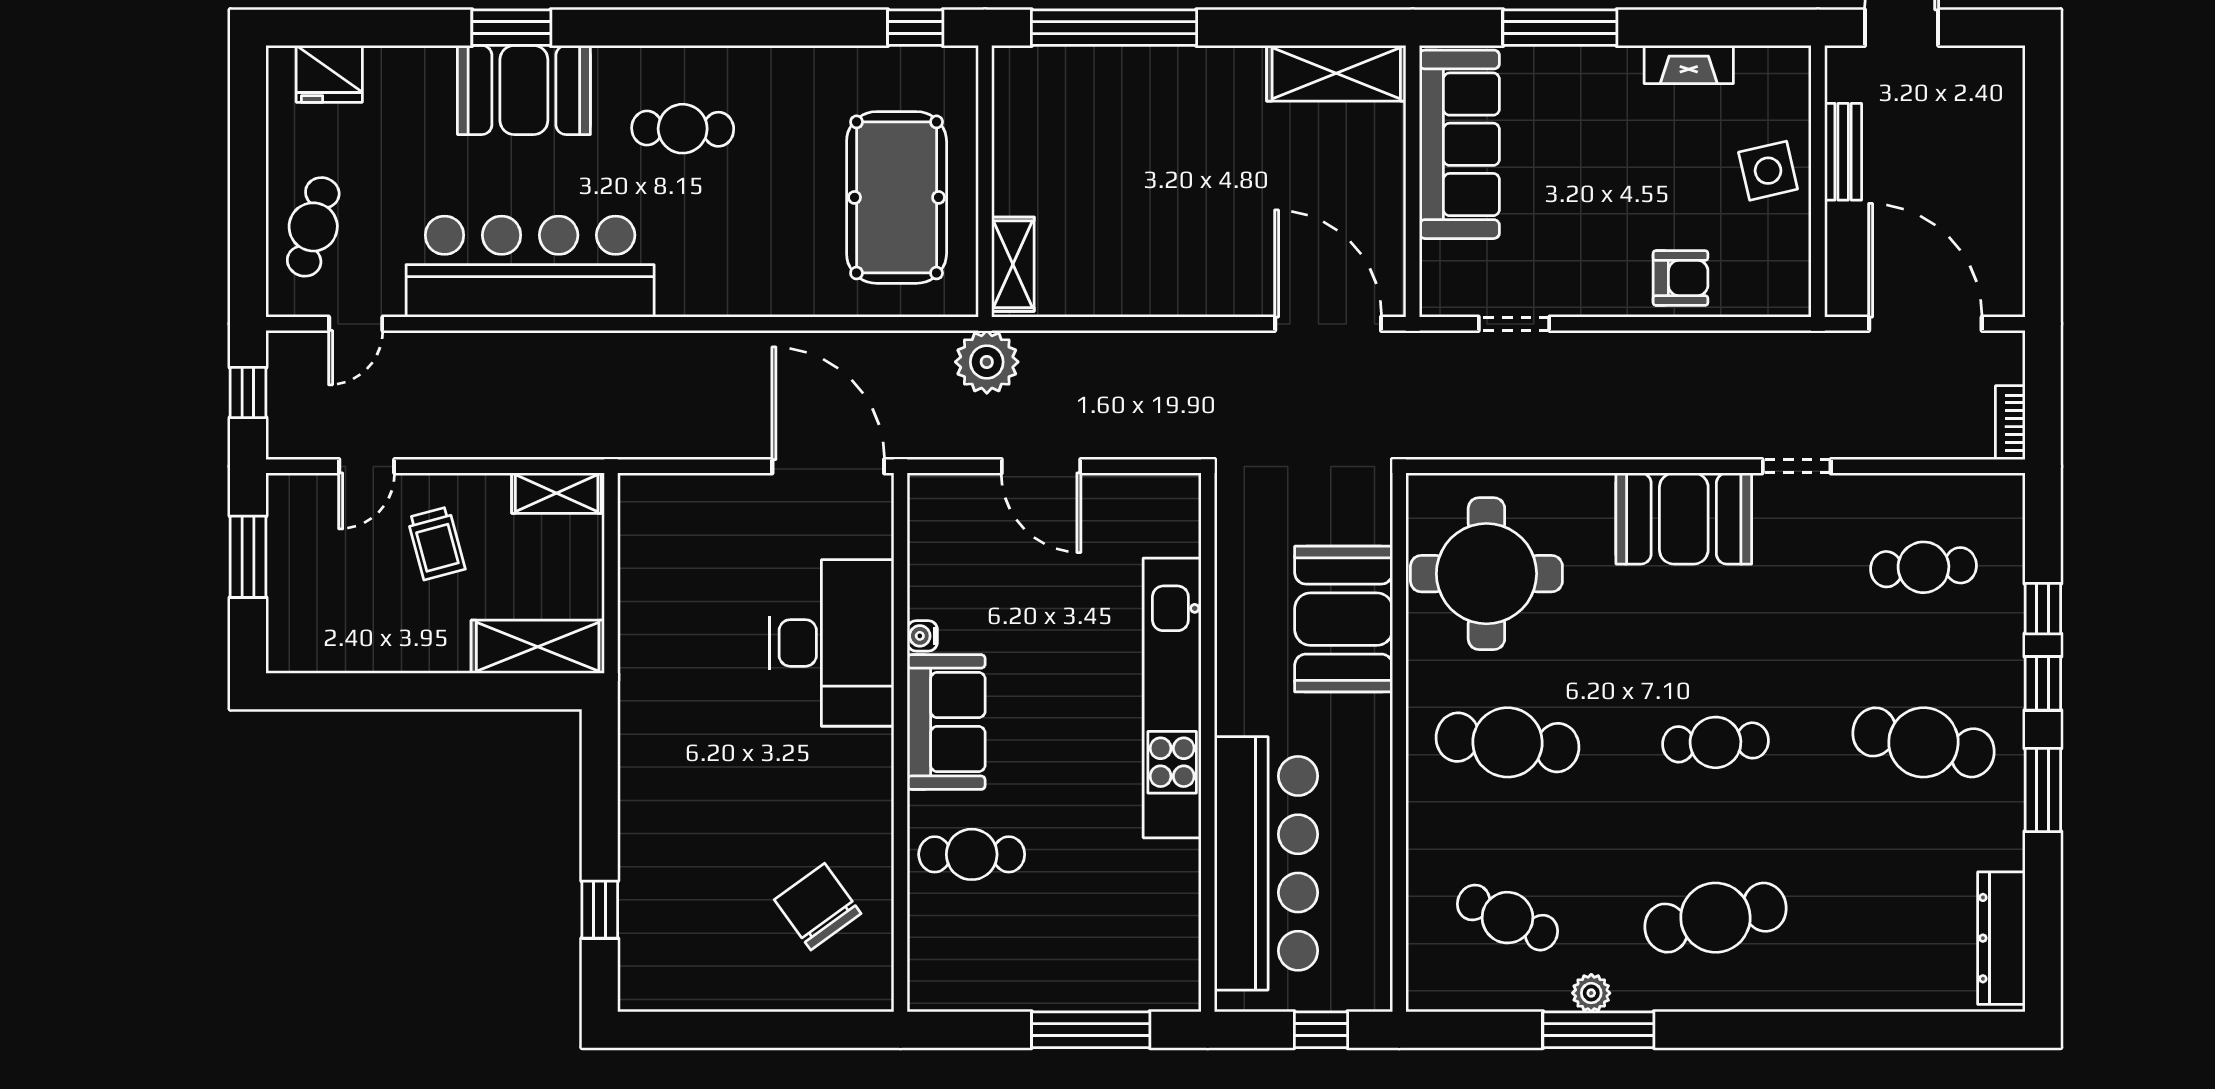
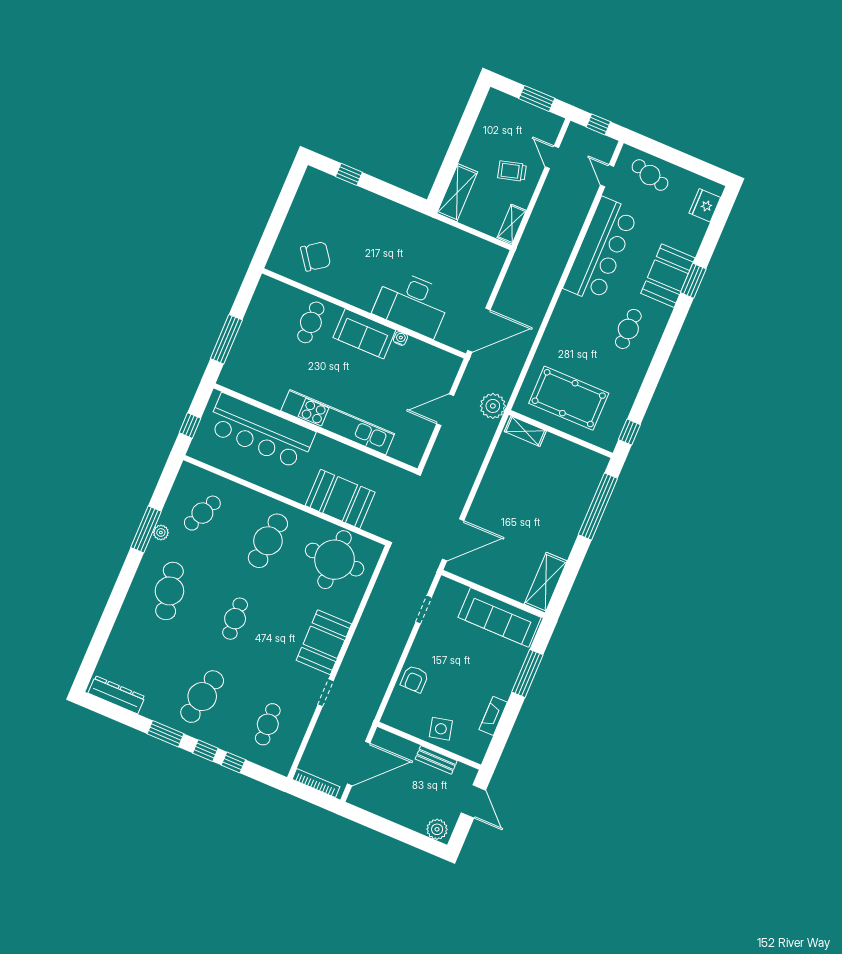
plant: (1999, 83) -> (437, 829), added
bookcase: (2010, 423) -> (316, 783), width x1.56

